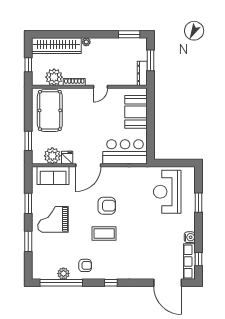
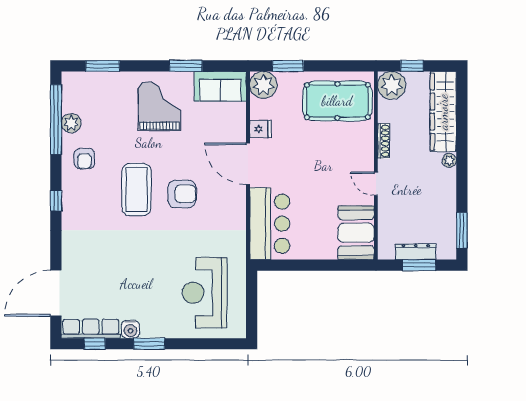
dresser: (142, 73) -> (416, 252), moved
plant: (54, 77) -> (392, 85), moved
booth: (136, 112) -> (356, 233), moved, turned 90
plant: (52, 156) -> (263, 85), moved
sofa: (53, 176) -> (220, 86), moved, turned -90
reception desk: (167, 192) -> (205, 293), turned -90
window: (199, 203) -> (149, 344), moved
armchair: (107, 206) -> (182, 194), turned -90
coffee table: (104, 233) -> (137, 189), width x1.36, depth x1.32
window: (28, 241) -> (103, 66), moved

